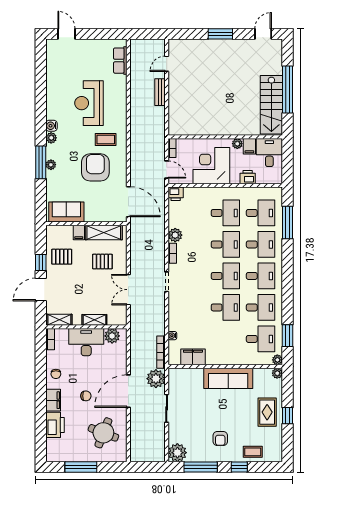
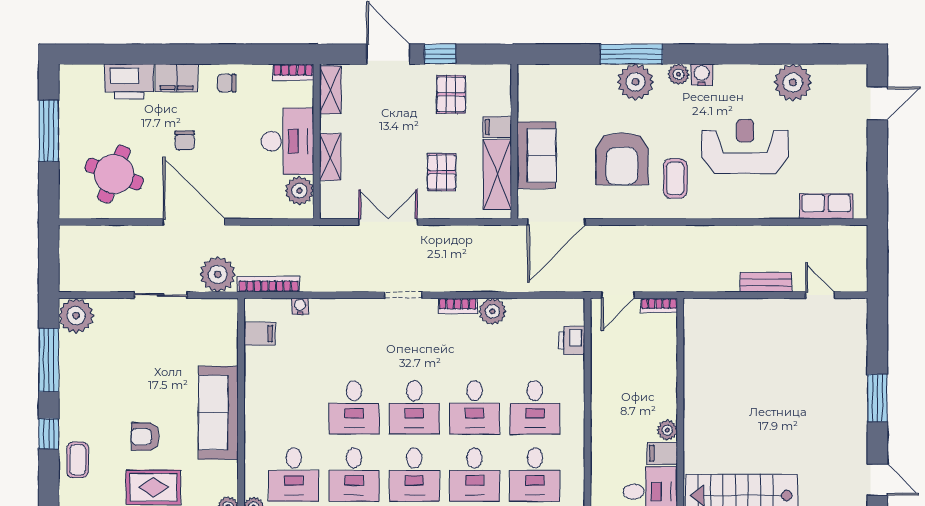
plant: (56, 78) -> (793, 82), added
plant: (51, 165) -> (635, 82), width x1.88, depth x1.88
corner desk: (211, 166) -> (625, 381), removed
armchair: (95, 167) -> (622, 159), turned 90
printer: (248, 177) -> (603, 450), removed
printer: (176, 194) -> (572, 340), moved
sofa: (66, 212) -> (537, 155), moved
filing cabinet: (193, 357) -> (259, 334), width x0.50
armchair: (220, 438) -> (145, 437), moved

